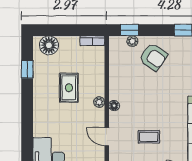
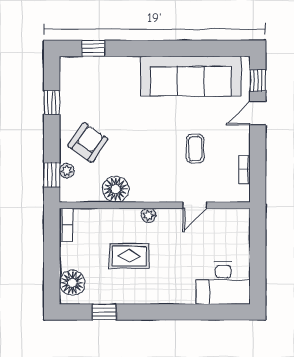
floor lamp: (114, 106) -> (116, 189), moved, width x1.89, depth x1.89

